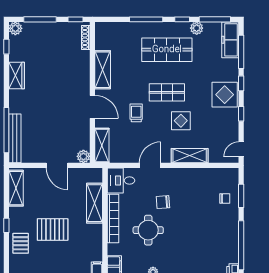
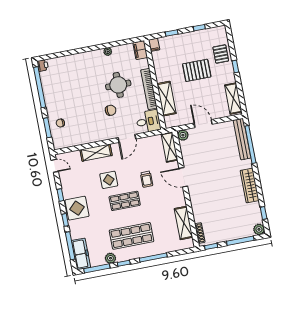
shelving: (103, 70) -> (184, 223), moved
wardrobe: (17, 75) -> (250, 186), width x1.50
door: (241, 149) -> (55, 166), hinge flipped

